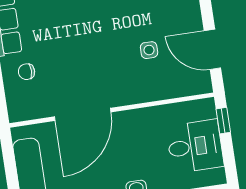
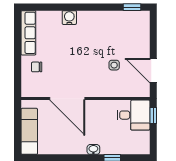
door: (83, 114) -> (67, 99), hinge flipped
desk: (195, 146) -> (133, 115), moved

